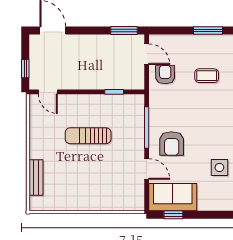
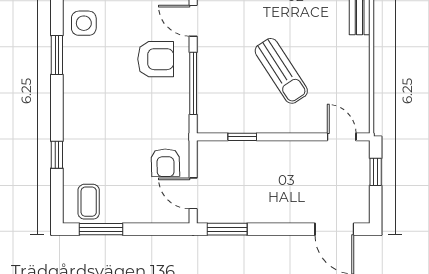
coffee table: (207, 76) -> (89, 202), moved, turned 90
sun lounger: (88, 136) -> (281, 71), turned 57
armchair: (172, 144) -> (156, 59), turned 90

